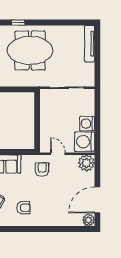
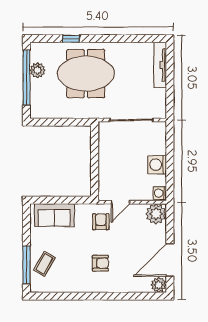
washing machine: (85, 142) -> (160, 193), width x0.53, depth x0.53
door: (58, 154) -> (120, 202), swing flipped
armchair: (23, 208) -> (100, 263), moved

